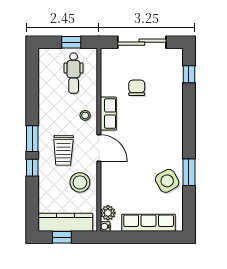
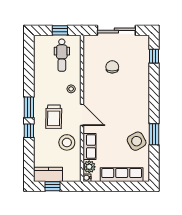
row of seats: (108, 113) -> (89, 147), moved
kitchen counter: (65, 222) -> (48, 174), width x0.67

